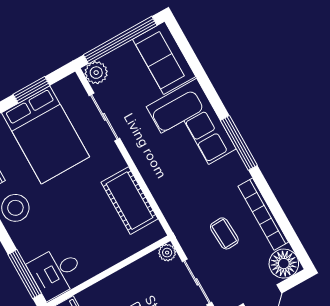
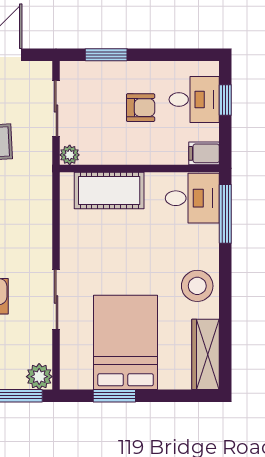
sliding door: (104, 117) -> (56, 299), moved
cot: (129, 201) -> (109, 191), moved, turned 90

